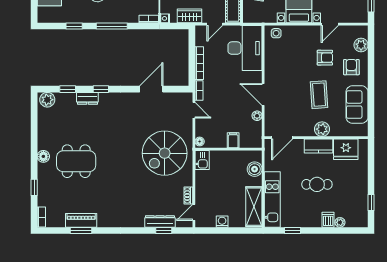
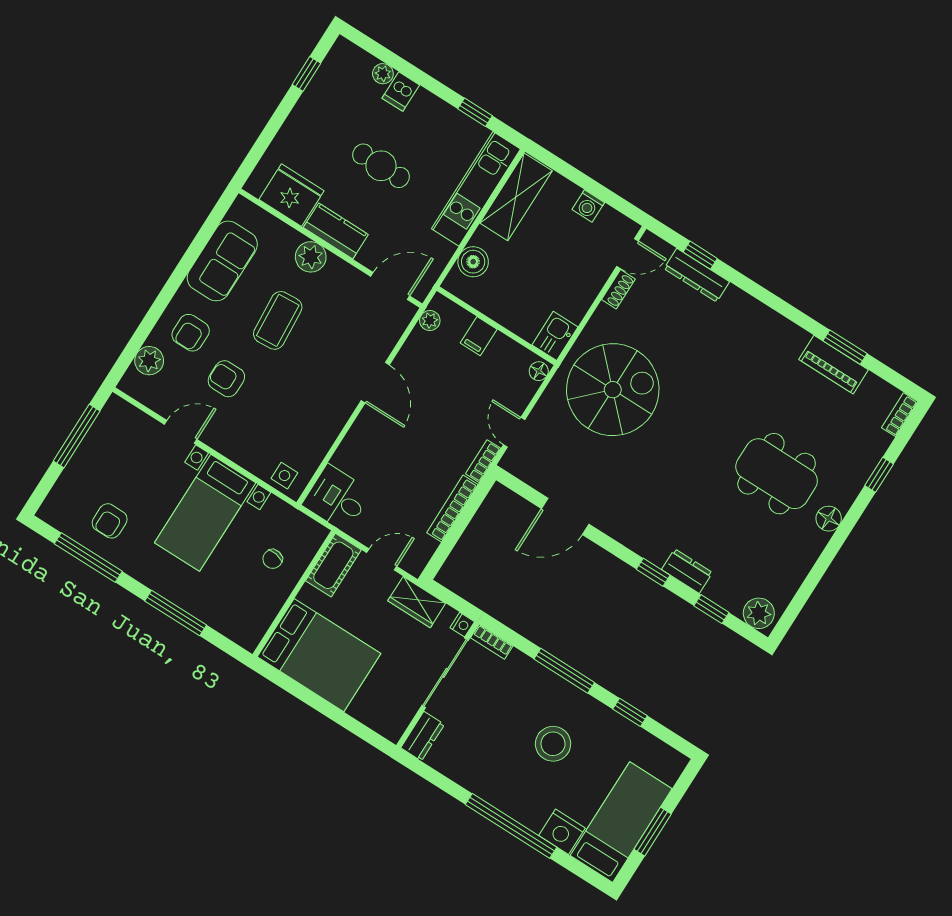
desk: (245, 48) -> (337, 498), width x0.53, depth x0.77
plant: (257, 116) -> (430, 321), moved

